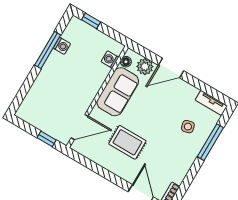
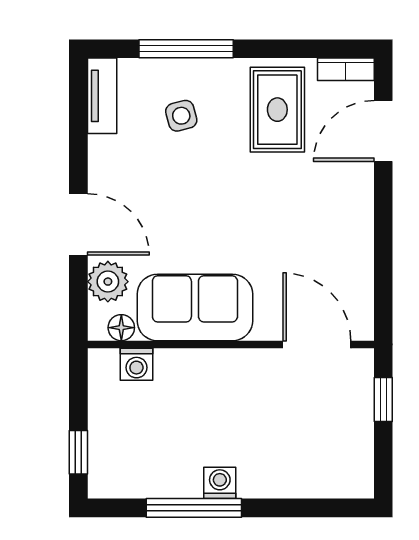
washing machine: (62, 46) -> (220, 483), moved
rug: (127, 142) -> (277, 110), moved

